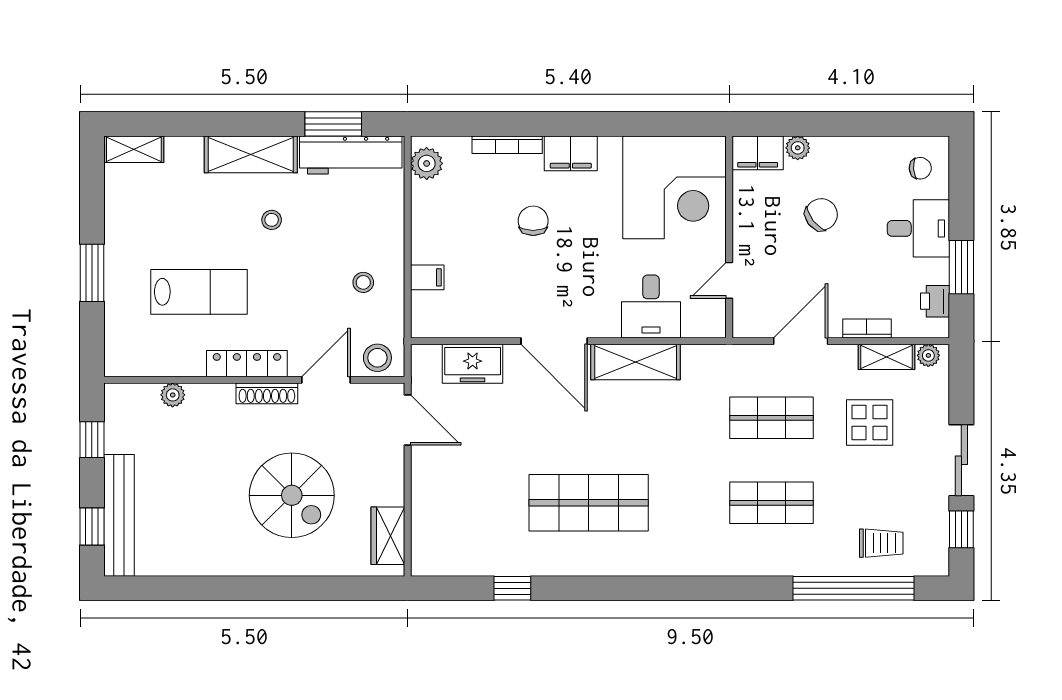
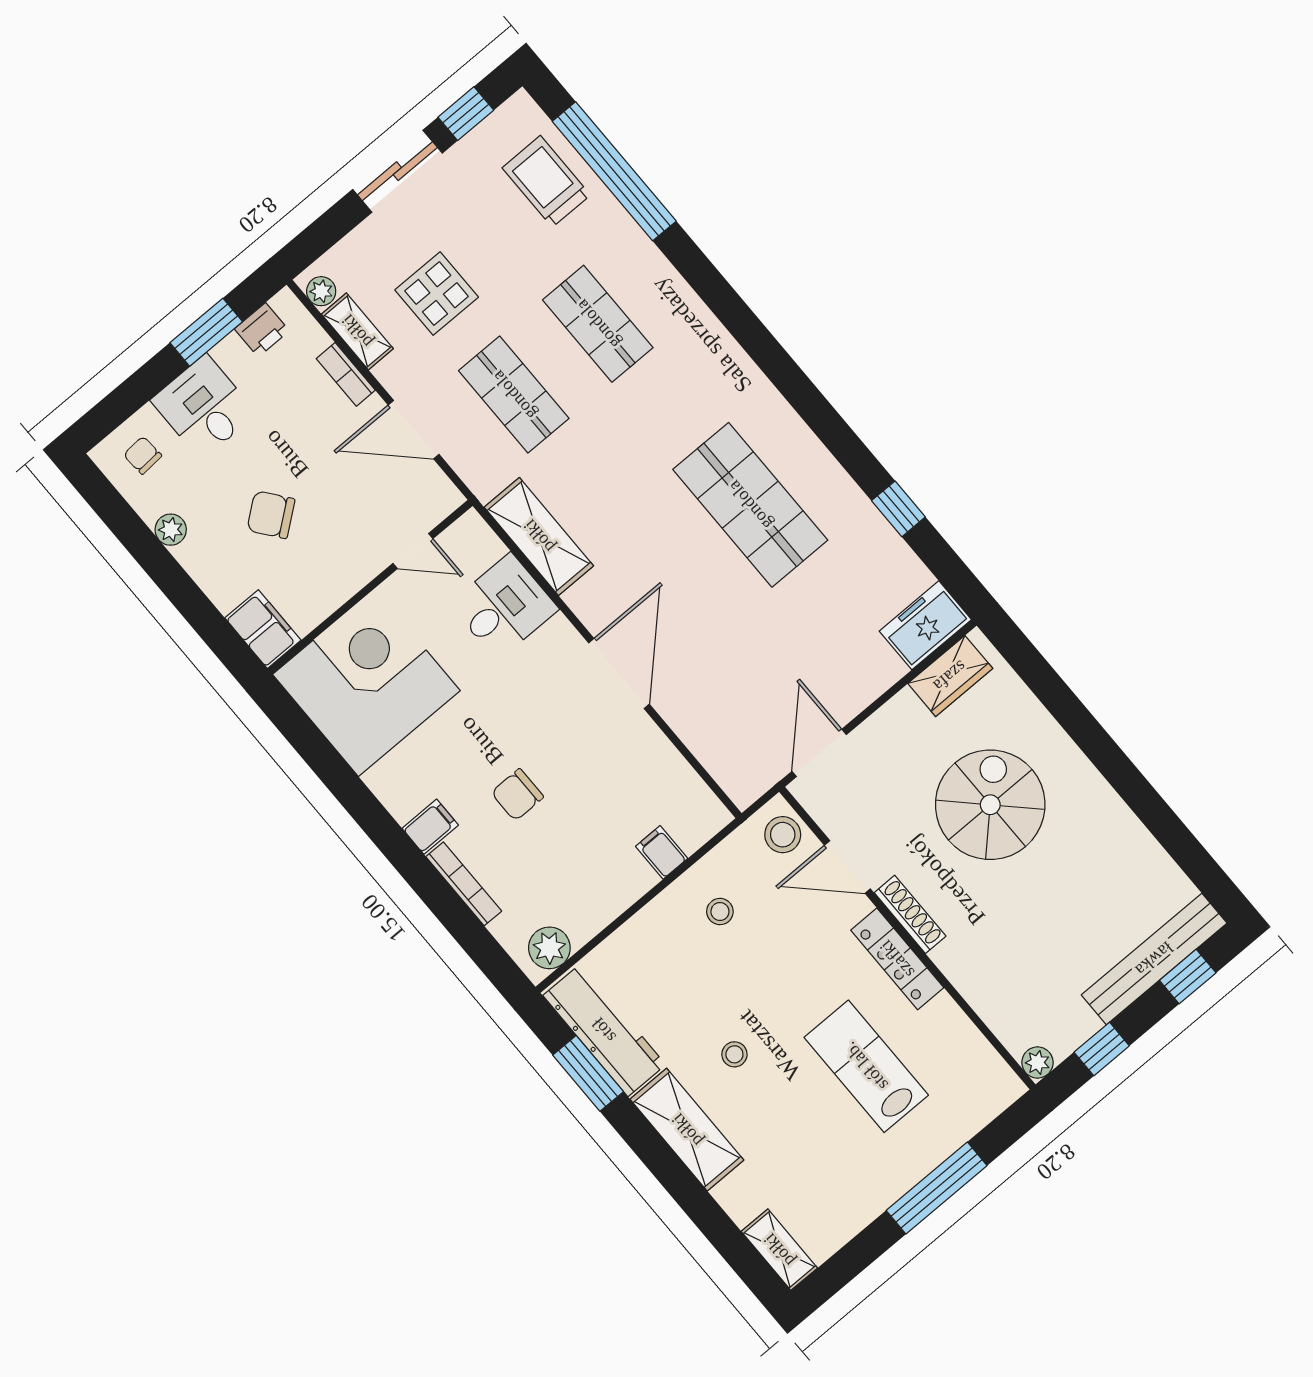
plant: (798, 148) -> (171, 530), moved
filing cabinet: (571, 153) -> (430, 827), width x0.50
window: (92, 273) -> (937, 1188), width x1.44
shelving: (636, 362) -> (539, 536), moved
freezer: (473, 364) -> (925, 625), moved, turned -90
plant: (173, 395) -> (1037, 1063), moved
trolley: (881, 543) -> (546, 181), width x1.36, depth x1.39

